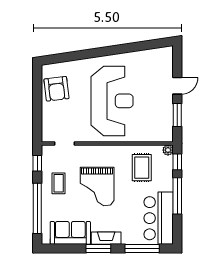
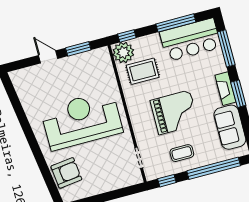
armchair: (56, 89) -> (66, 173), moved
plant: (168, 150) -> (123, 52), width x1.87, depth x1.87
window: (177, 196) -> (176, 23), moved

